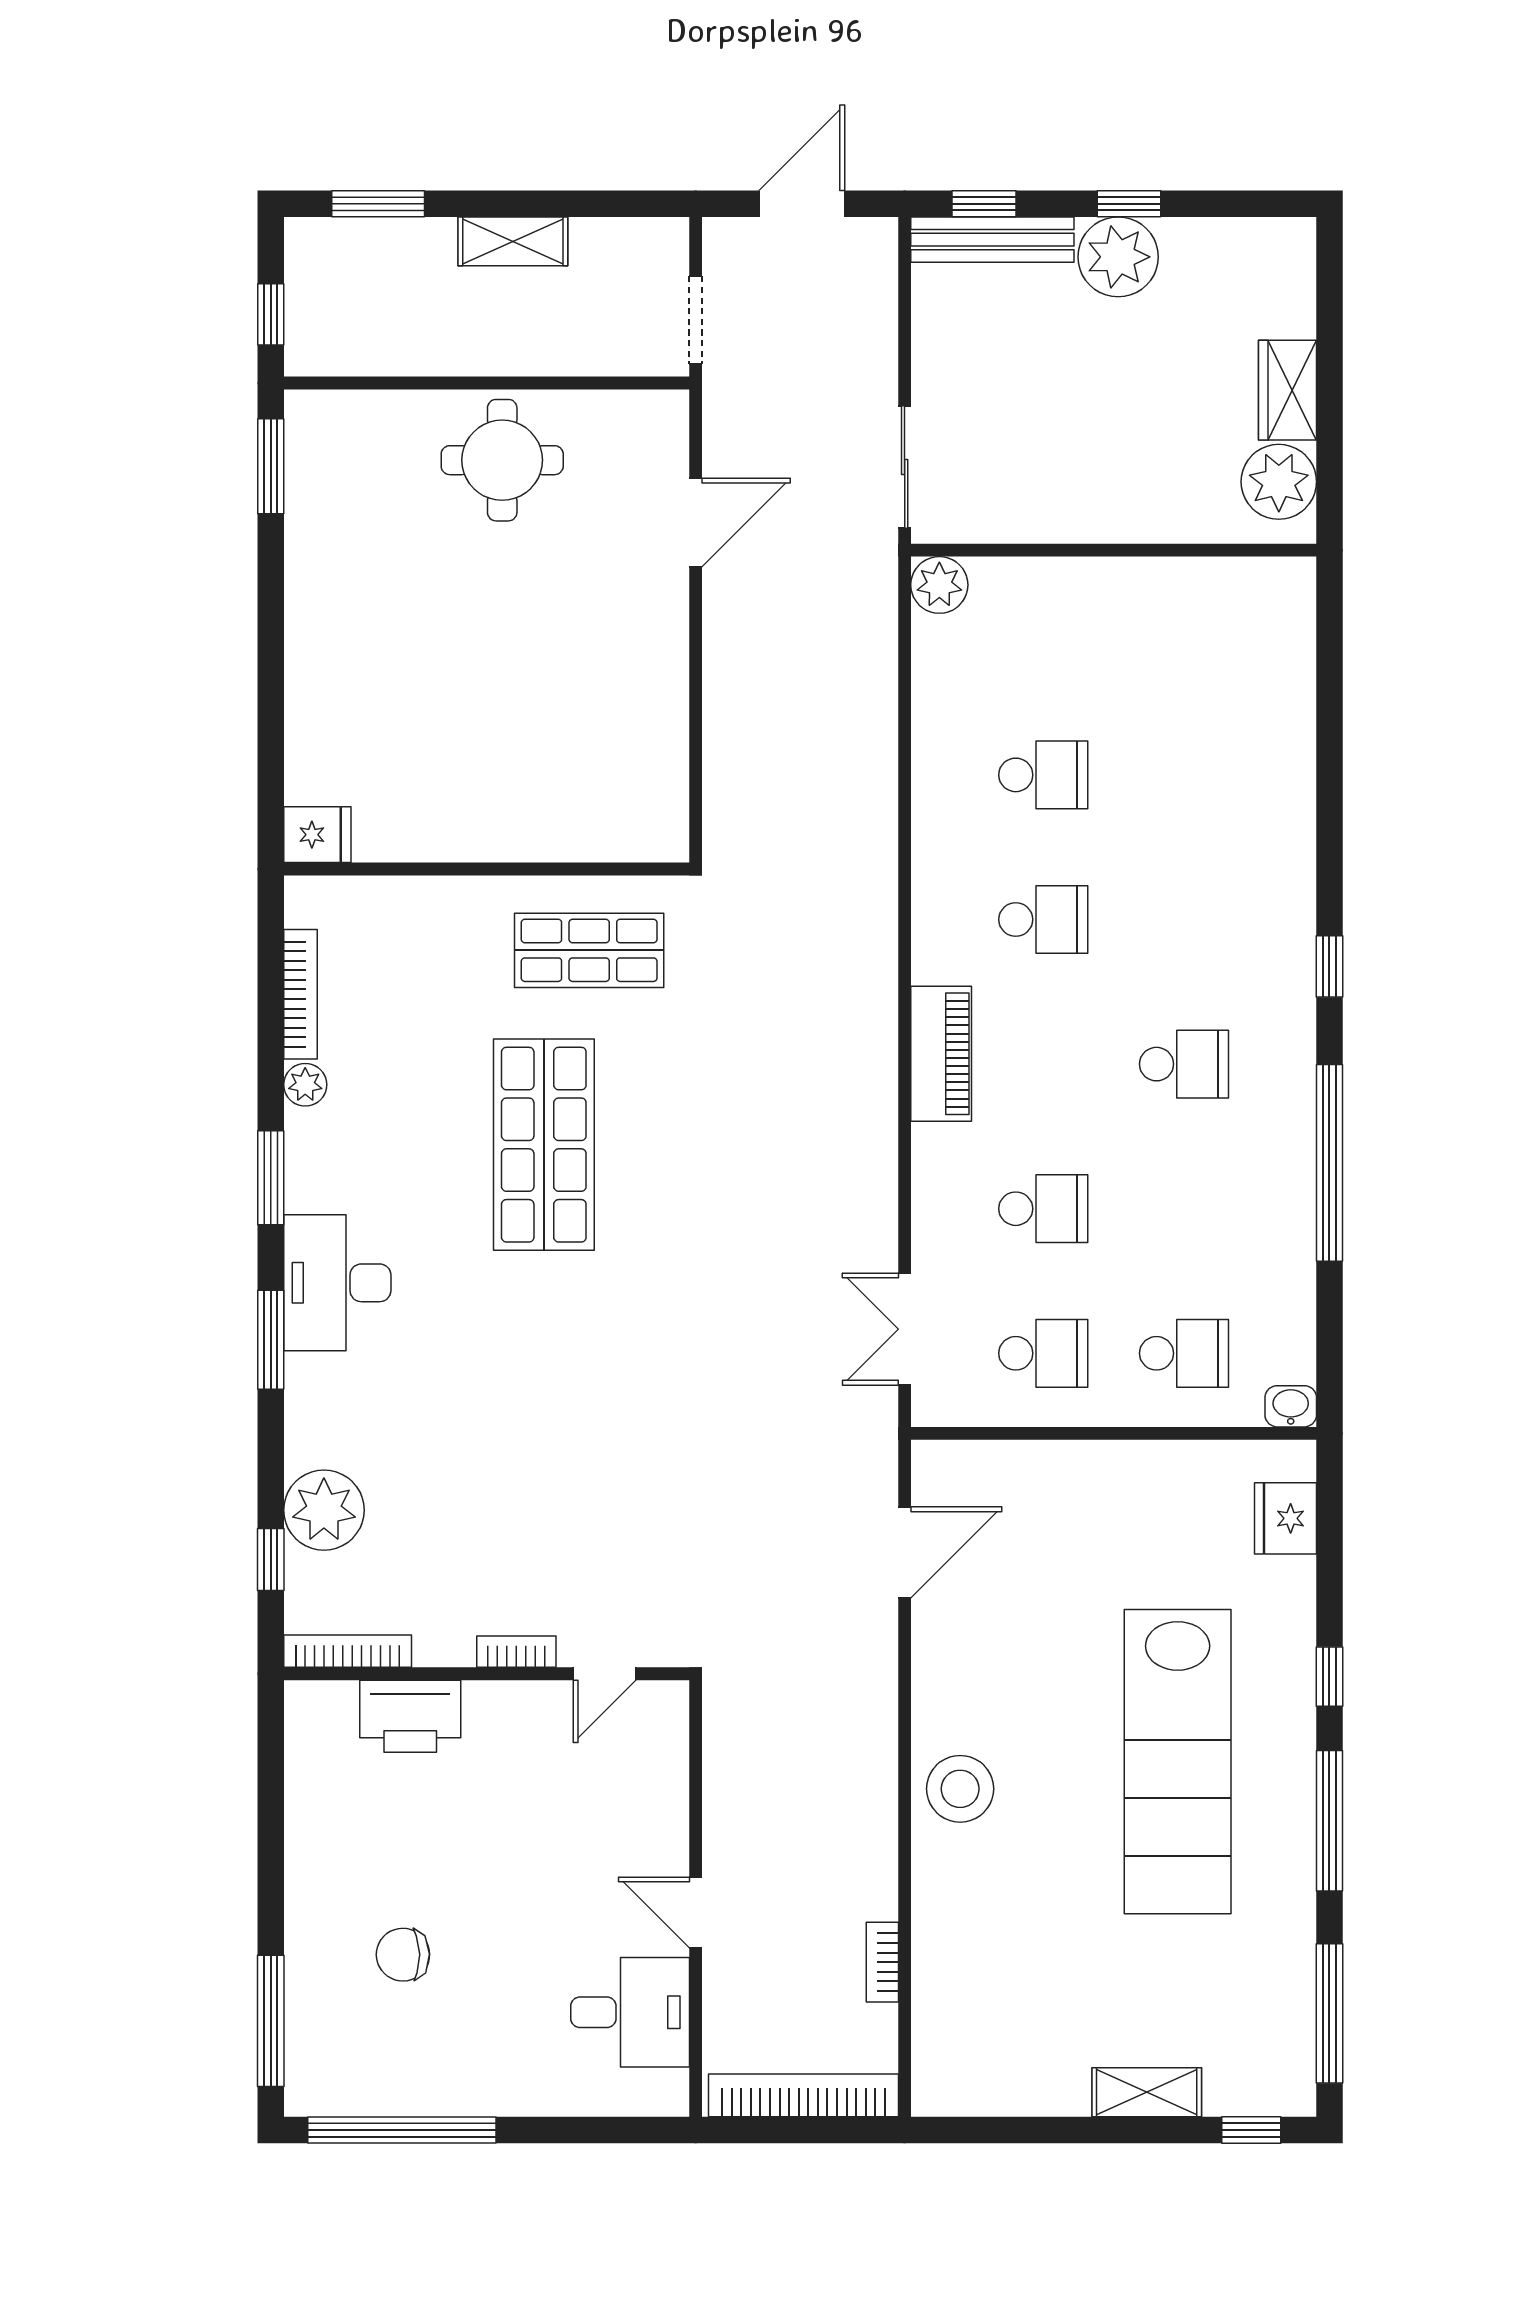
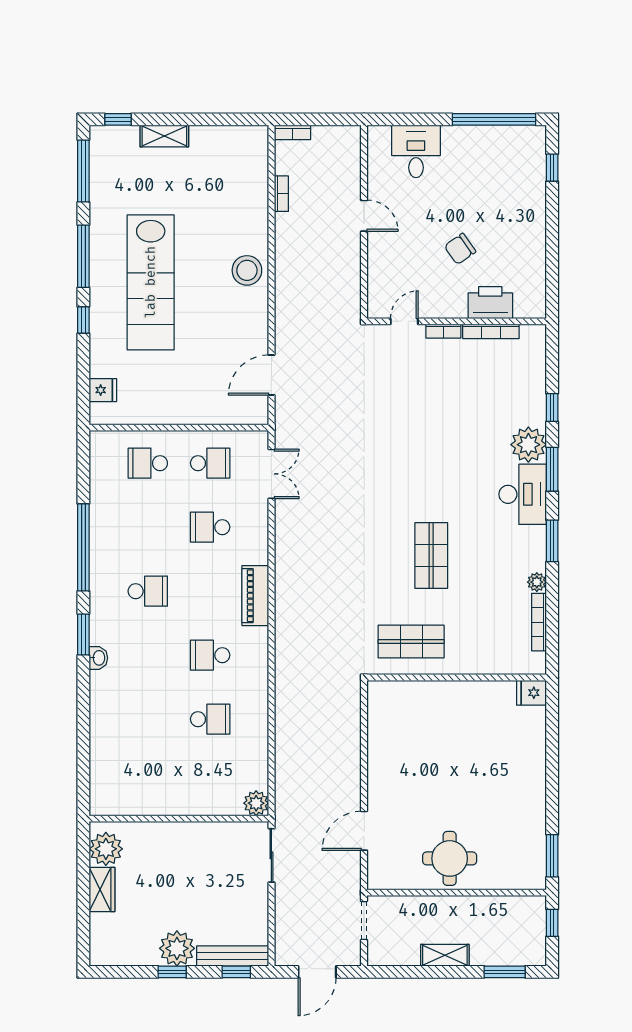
school desk: (1043, 775) -> (210, 719), turned 180
window: (1329, 966) -> (83, 634), width x1.50
school desk: (1184, 1064) -> (148, 591), turned 180
shop shelf: (544, 1145) -> (431, 555), width x0.70, depth x0.74
school desk: (1043, 1353) -> (210, 463), turned 180
washbasin: (1291, 1406) -> (98, 658), moved, turned -90
plant: (324, 1510) -> (528, 445), moved
fridge: (1286, 1518) -> (103, 390), width x0.72
window: (271, 1559) -> (552, 408), moved
bookcase: (348, 1651) -> (491, 331), moved
lab bench: (1178, 1762) -> (151, 282), turned 180
chair: (403, 1955) -> (460, 249), moved, turned 146
desk: (630, 2012) -> (416, 151), moved, turned 90
window: (271, 2021) -> (552, 168), width x0.46
bookcase: (803, 2095) -> (292, 132), width x0.43, depth x0.76

